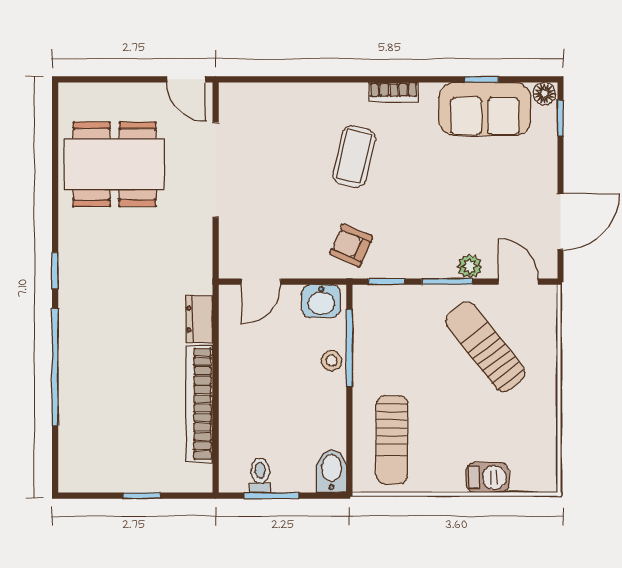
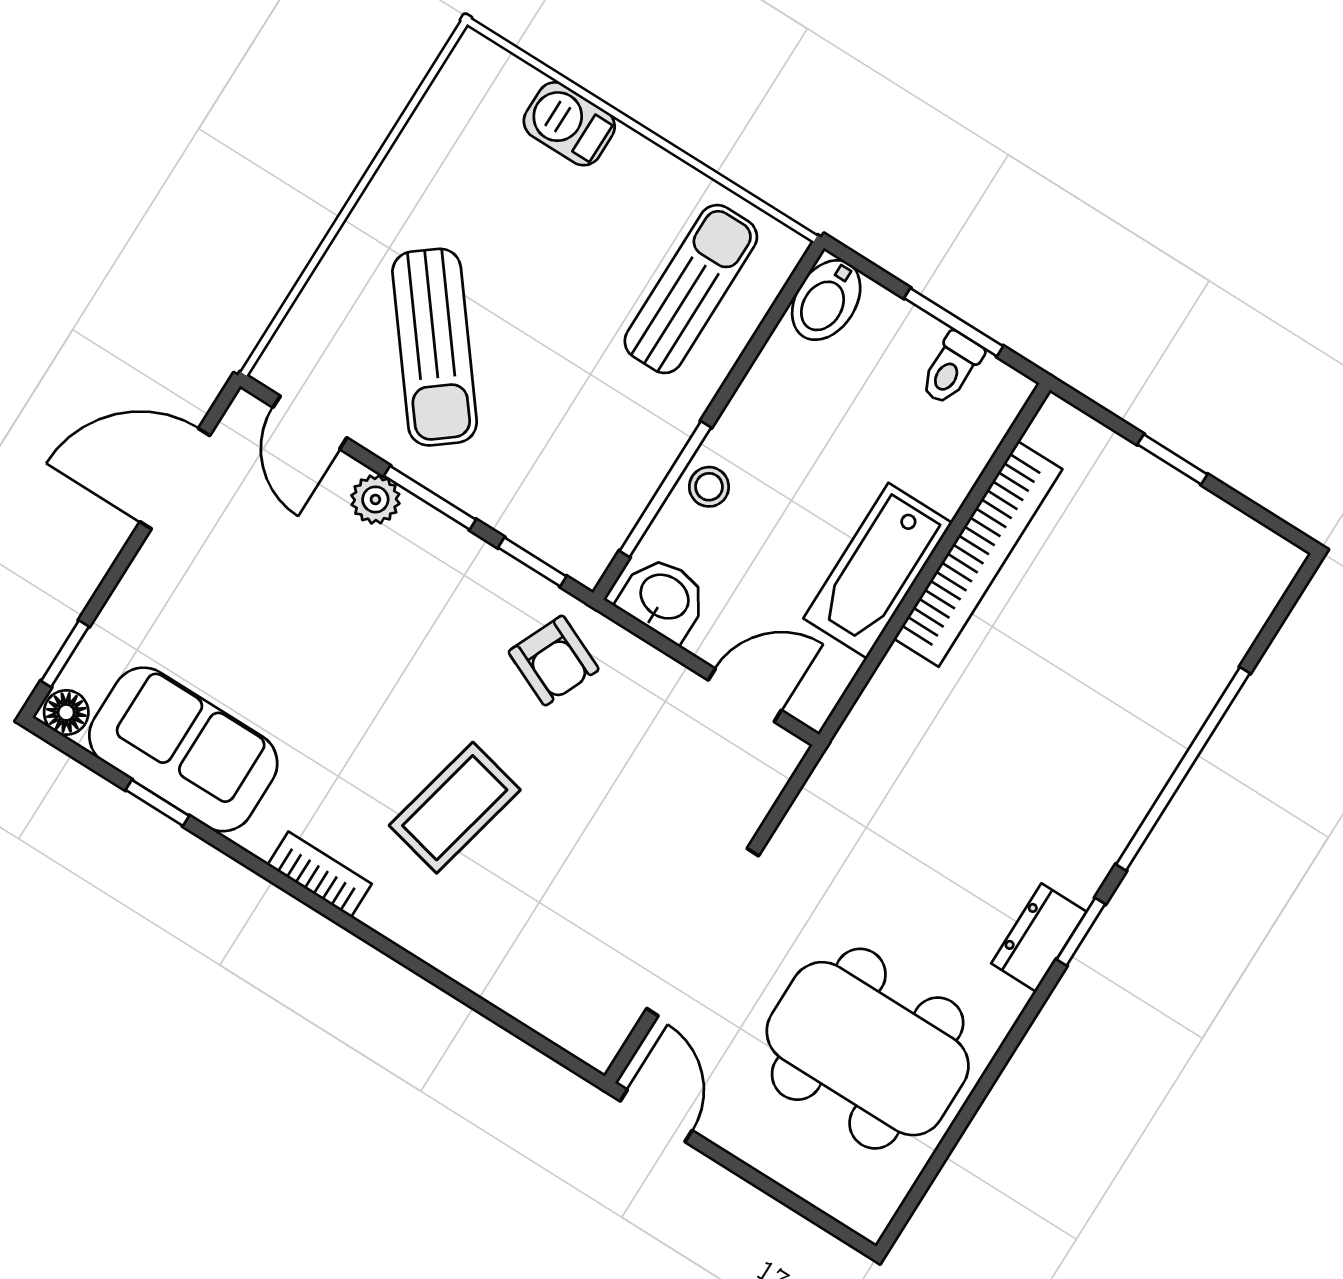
dresser: (199, 319) -> (1039, 937), moved, turned 180
bathtub: (238, 370) -> (878, 571), added

